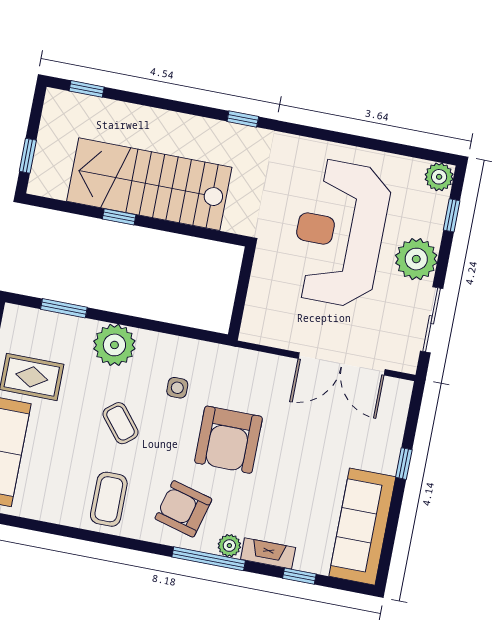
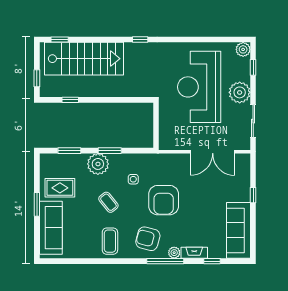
stairs: (149, 184) -> (84, 59), moved, turned 180
window: (119, 217) -> (70, 100), moved
window: (142, 323) -> (110, 151), added

